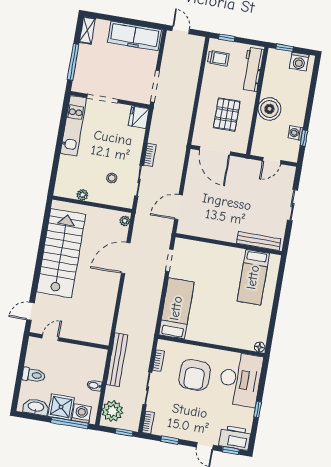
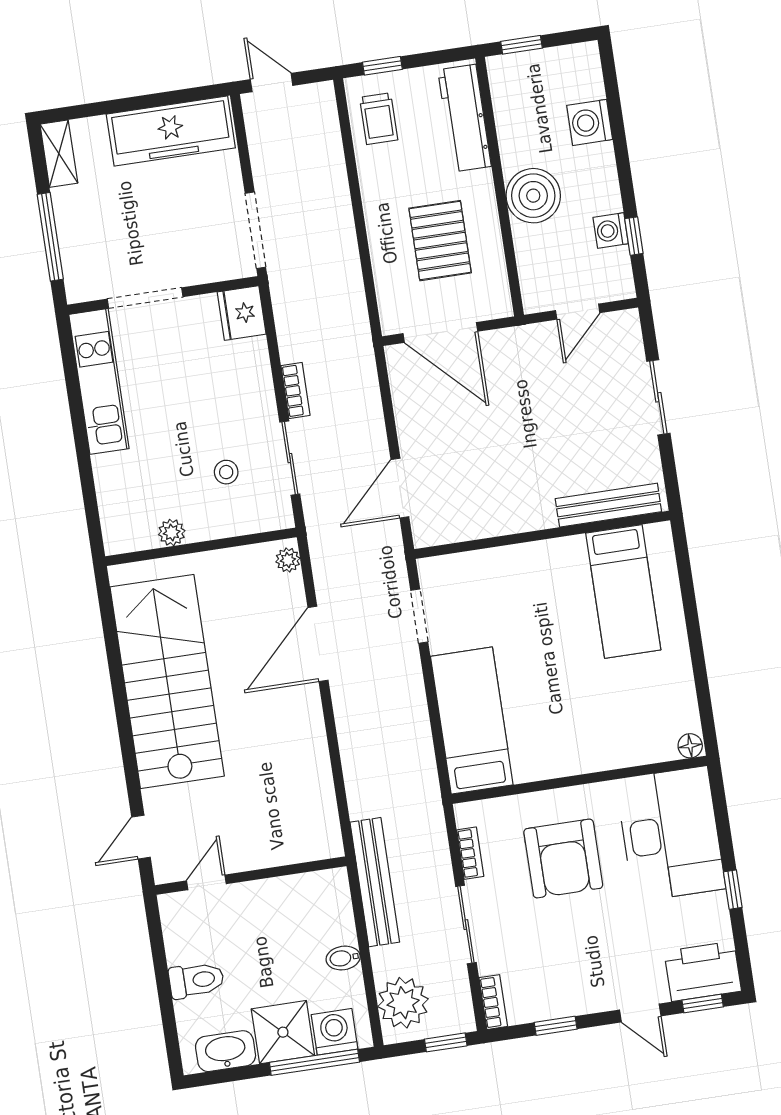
trolley: (218, 58) -> (379, 119), turned 90
washing machine: (299, 62) -> (590, 122), moved, turned 90

